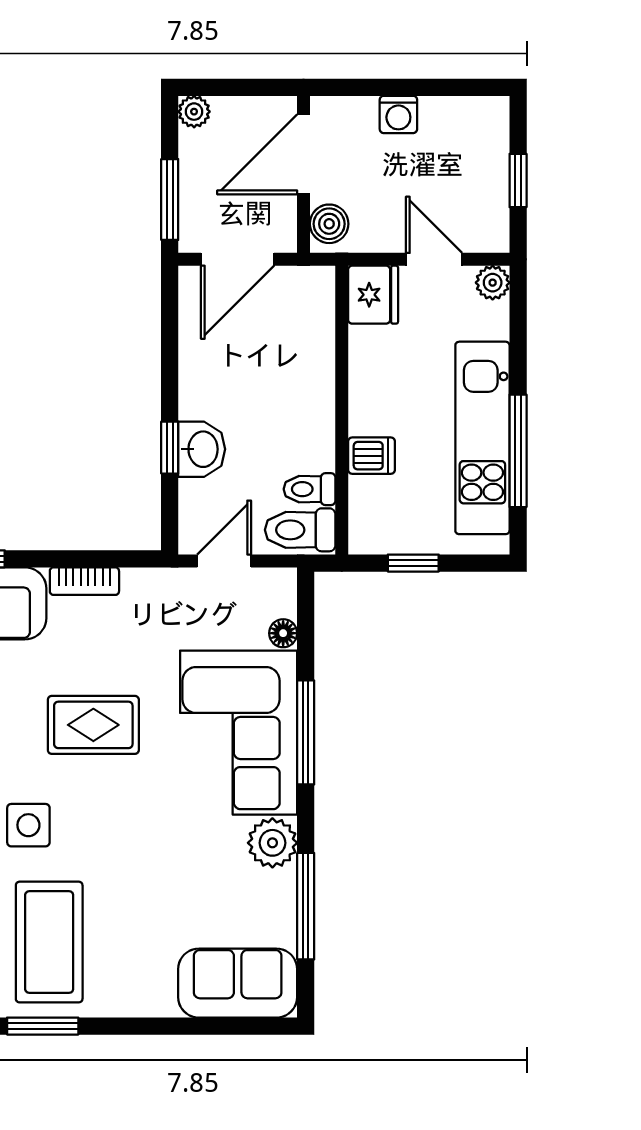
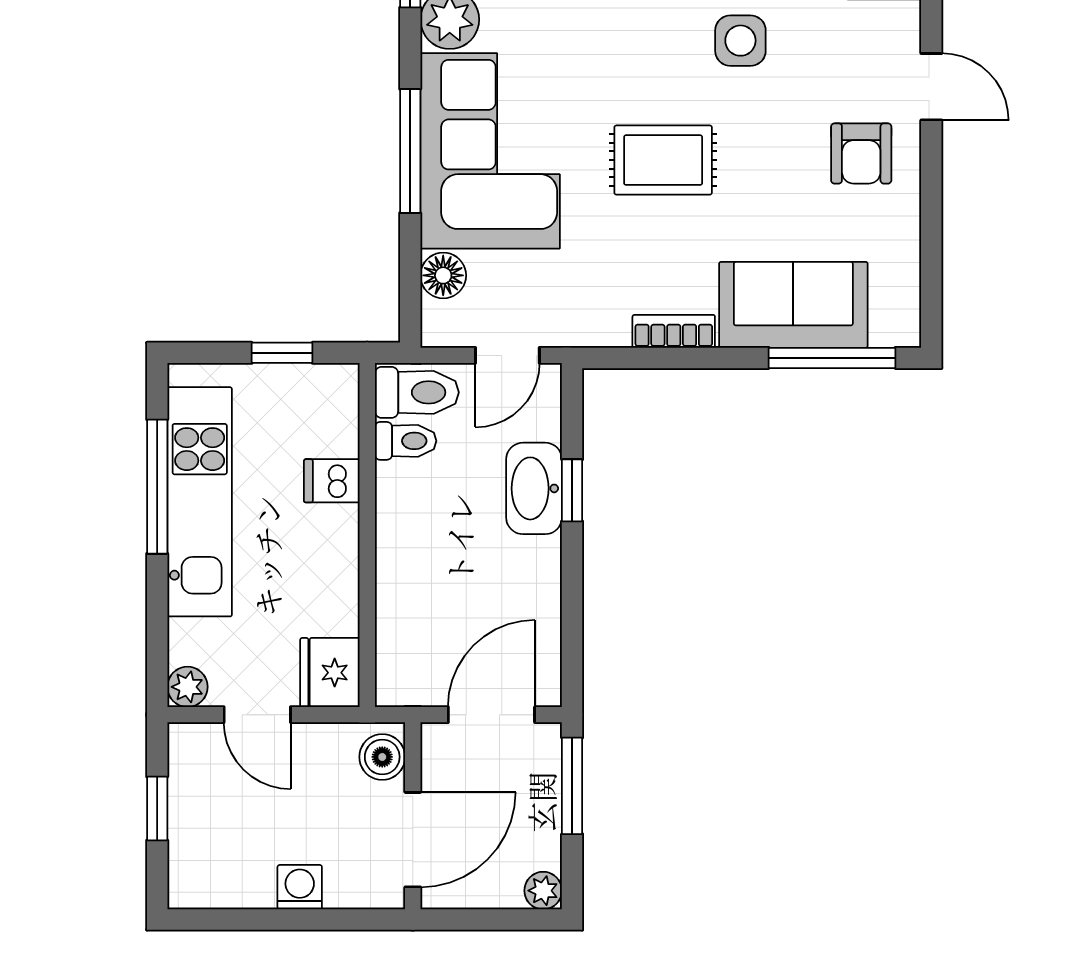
washbasin: (202, 449) -> (534, 488), width x1.38
floor lamp: (283, 633) -> (443, 275), width x1.37, depth x1.37

